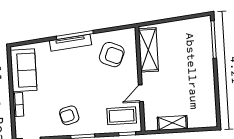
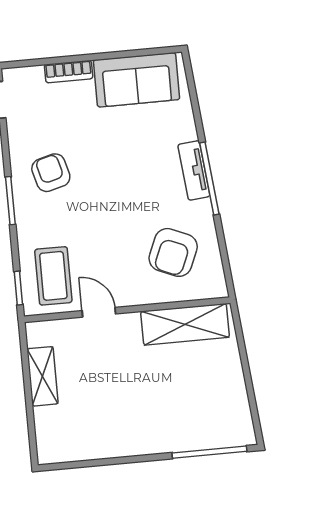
tv unit: (71, 43) -> (194, 170), width x0.71

